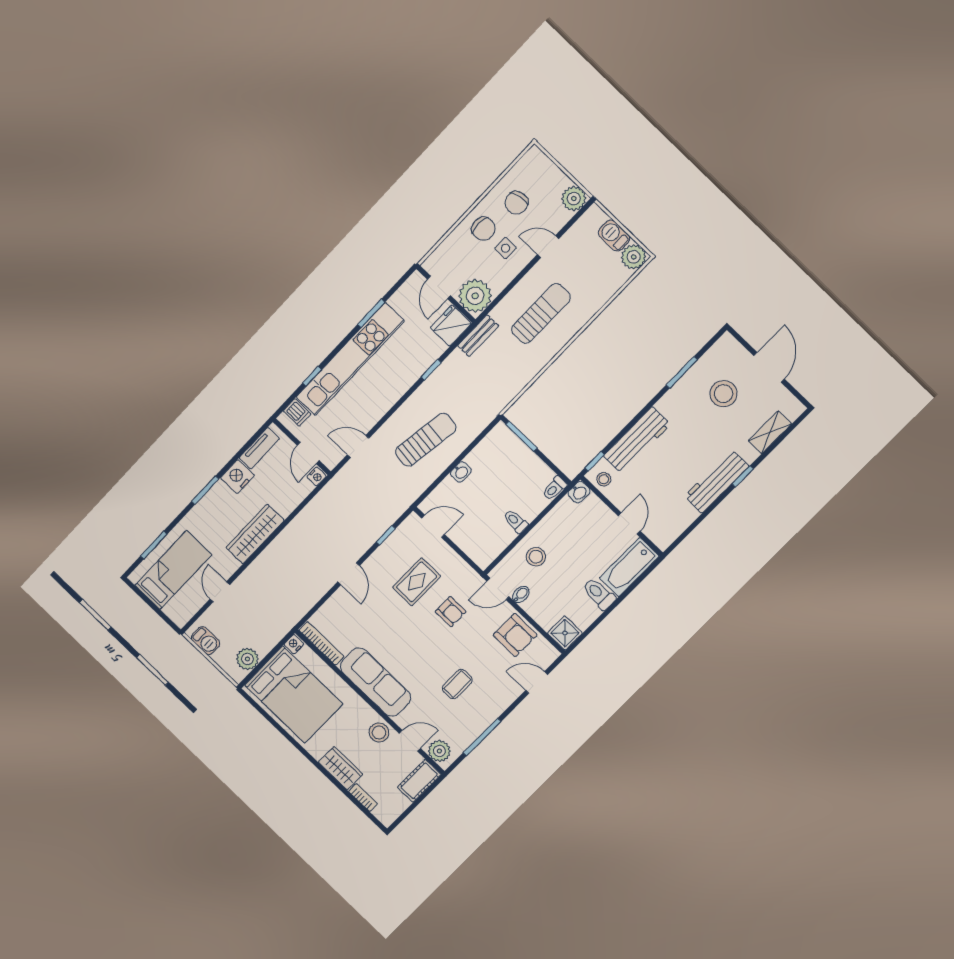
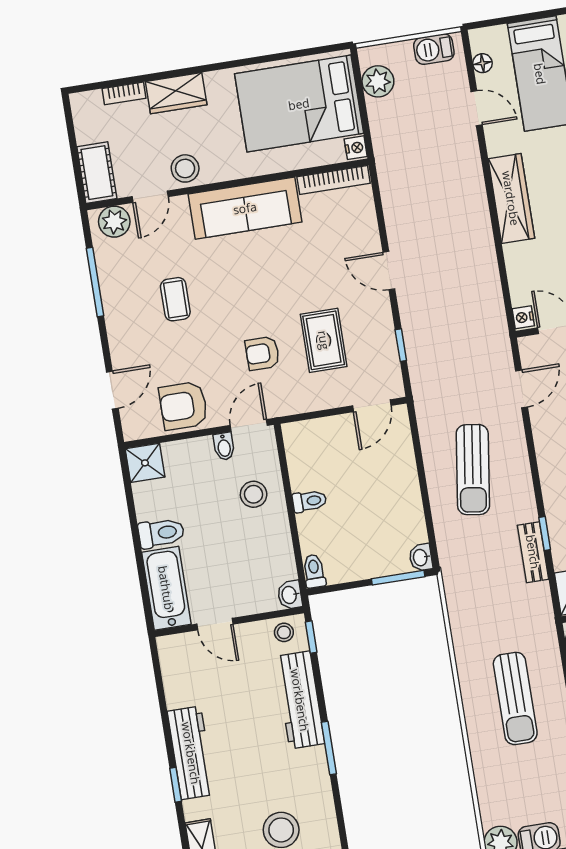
bench: (478, 336) -> (533, 552), moved
window: (682, 372) -> (329, 748), moved
washbasin: (461, 472) -> (421, 557), moved
floor lamp: (192, 607) -> (482, 63), added

